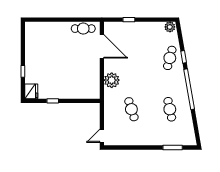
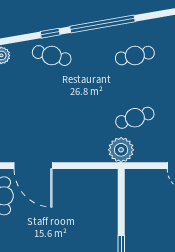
door: (102, 46) -> (33, 166), swing flipped
plant: (112, 80) -> (121, 150), moved

